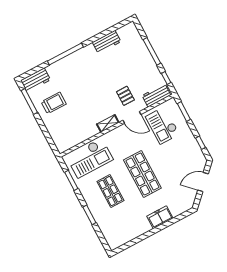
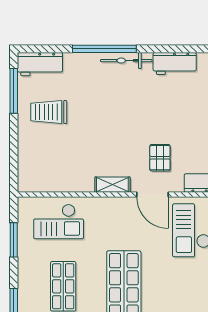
bicycle: (80, 54) -> (126, 61), added
trolley: (54, 103) -> (49, 112), turned 180
checkout: (90, 158) -> (59, 222), width x0.73, depth x0.83

